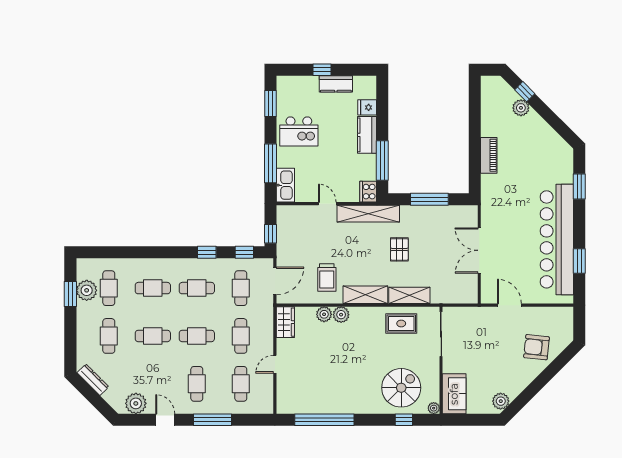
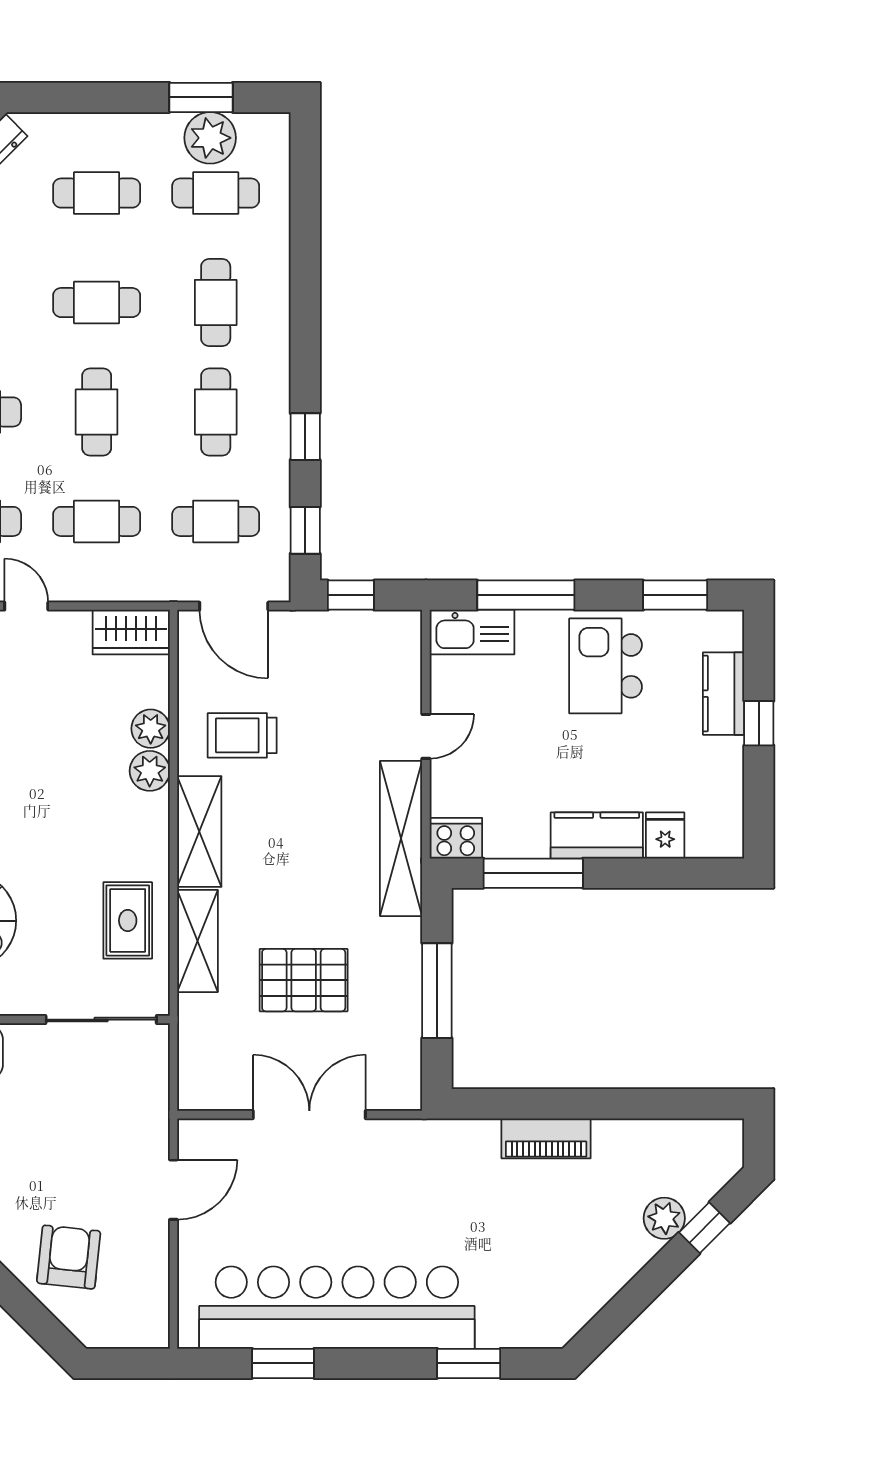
kitchen counter: (336, 84) -> (724, 694), moved
pallet: (399, 249) -> (304, 980), moved, width x1.50, depth x1.42
cafe table: (153, 336) -> (97, 303), turned 90

